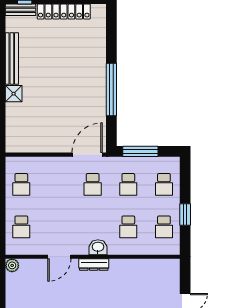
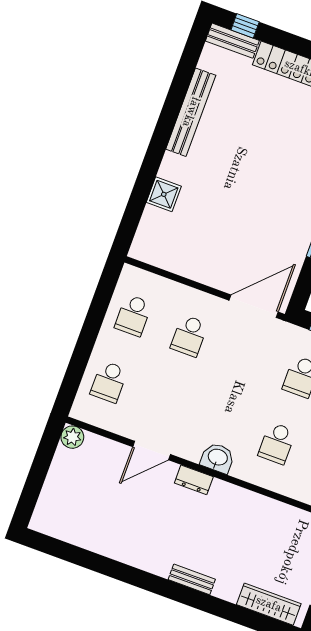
shower: (14, 94) -> (164, 194), moved
school desk: (93, 184) -> (189, 336), moved
dresser: (94, 264) -> (194, 480), width x0.70

